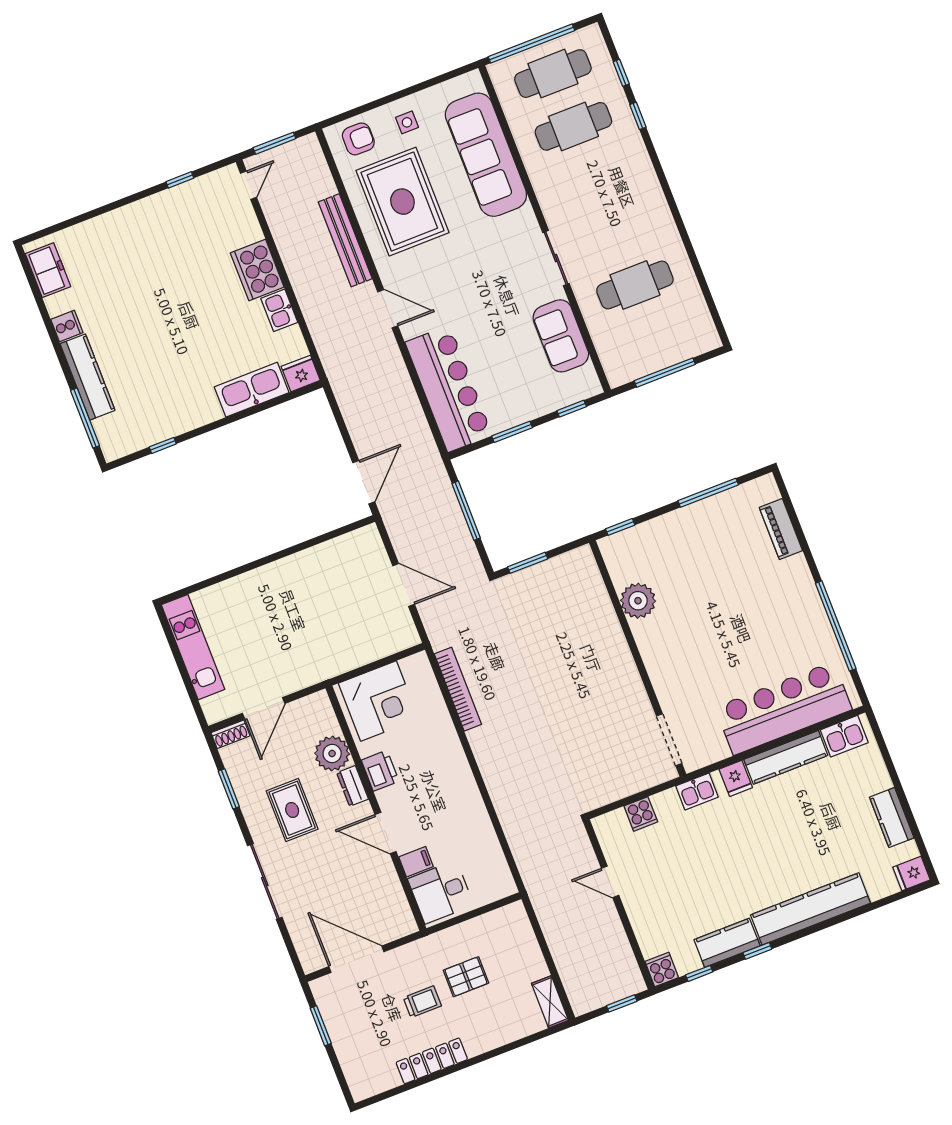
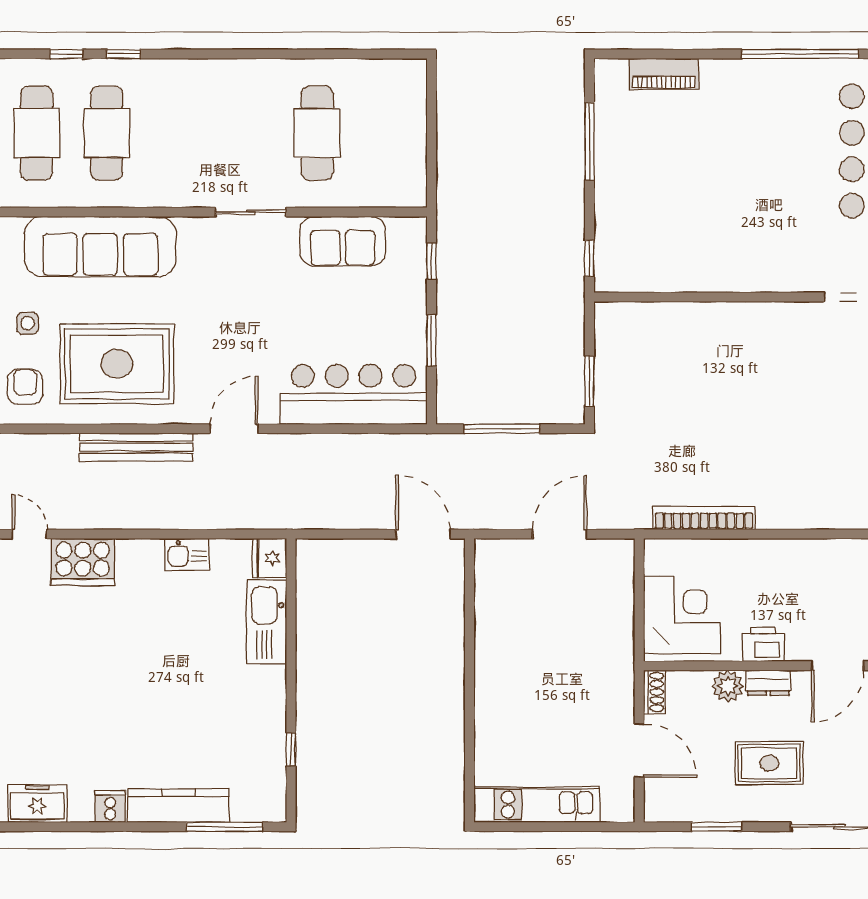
cooker: (257, 270) -> (83, 562), moved
window: (665, 373) -> (431, 138), removed
plant: (638, 601) -> (683, 271), removed
shoe rack: (230, 734) -> (654, 692), moved
plant: (332, 754) -> (728, 686), width x0.73, depth x0.73

